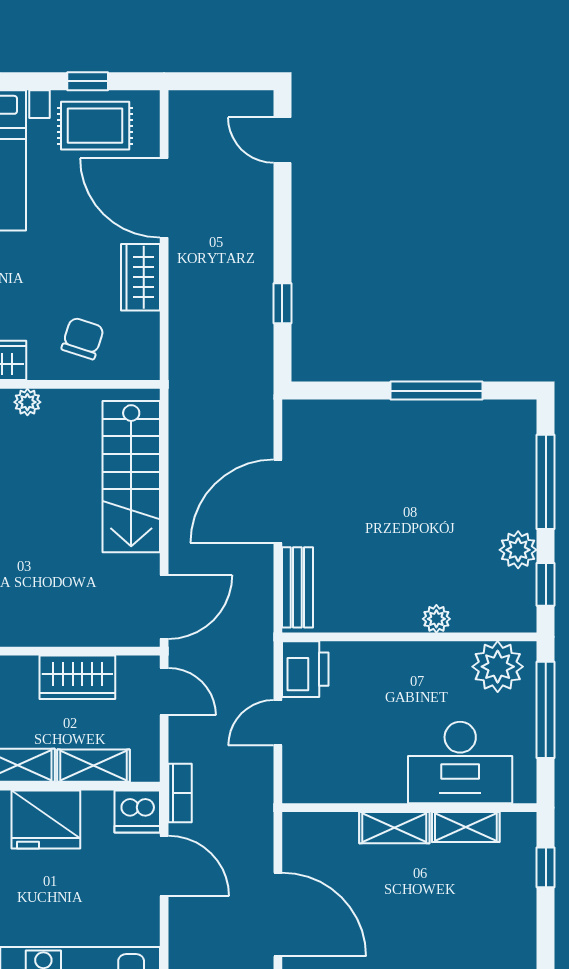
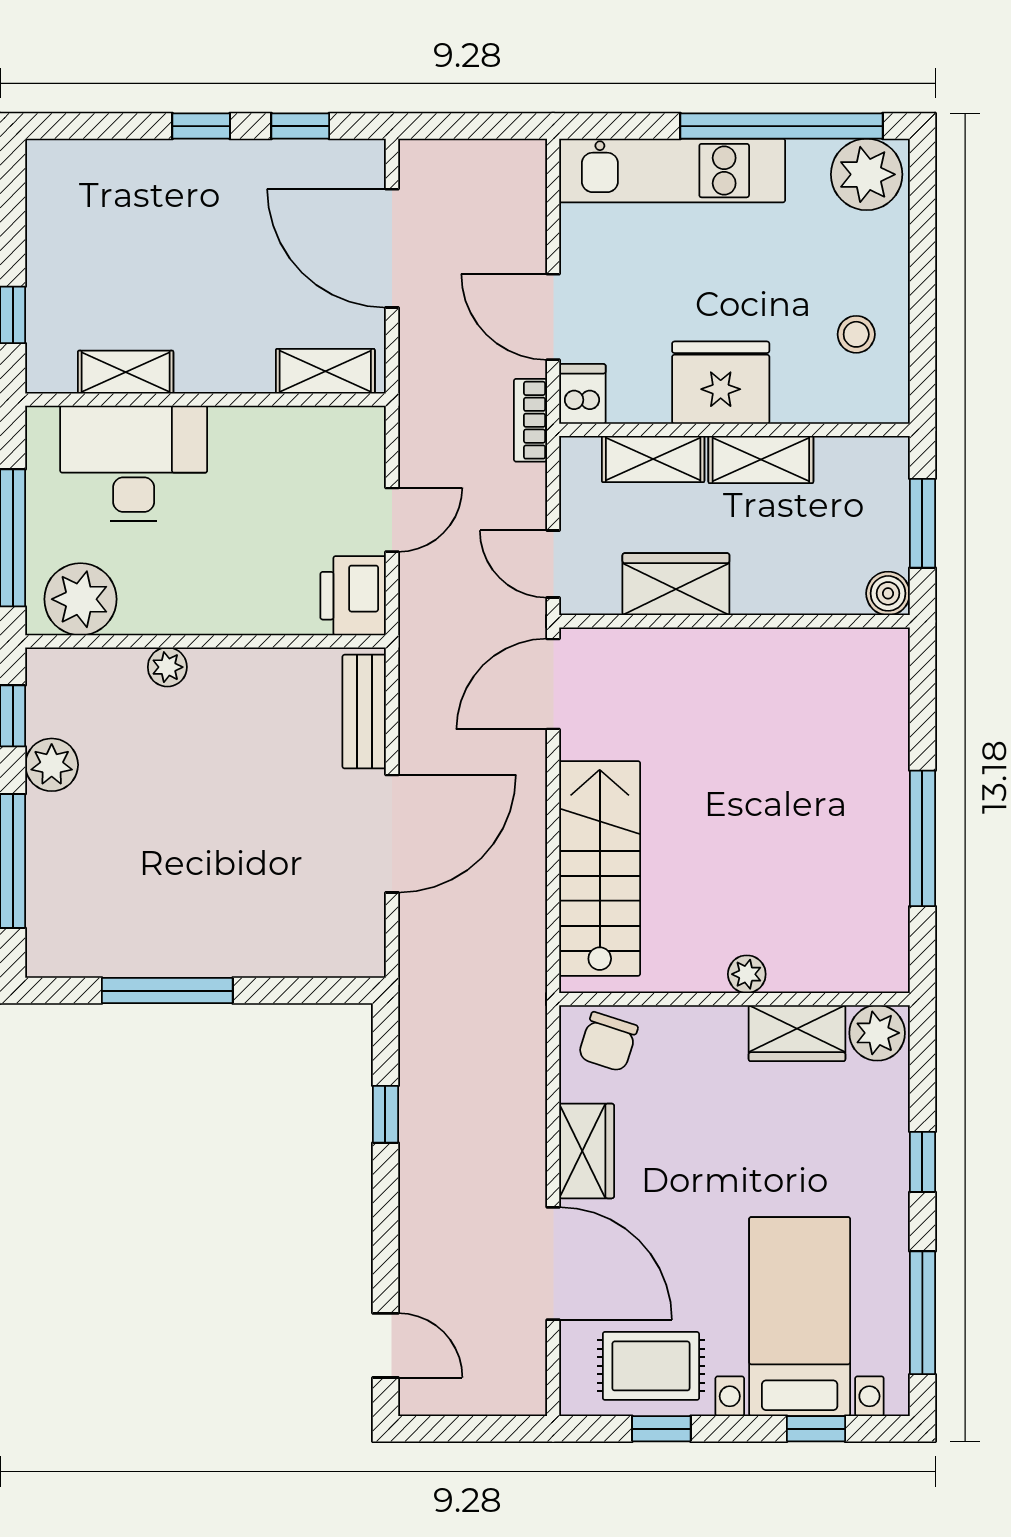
chair: (83, 338) -> (608, 1042), moved
dishwasher: (137, 812) -> (582, 394), width x0.73
shelving: (394, 828) -> (325, 371), moved

